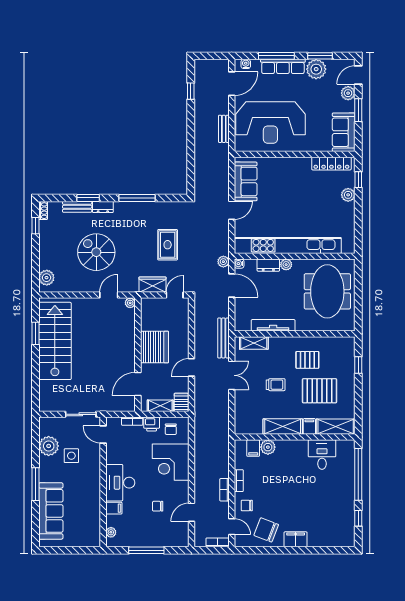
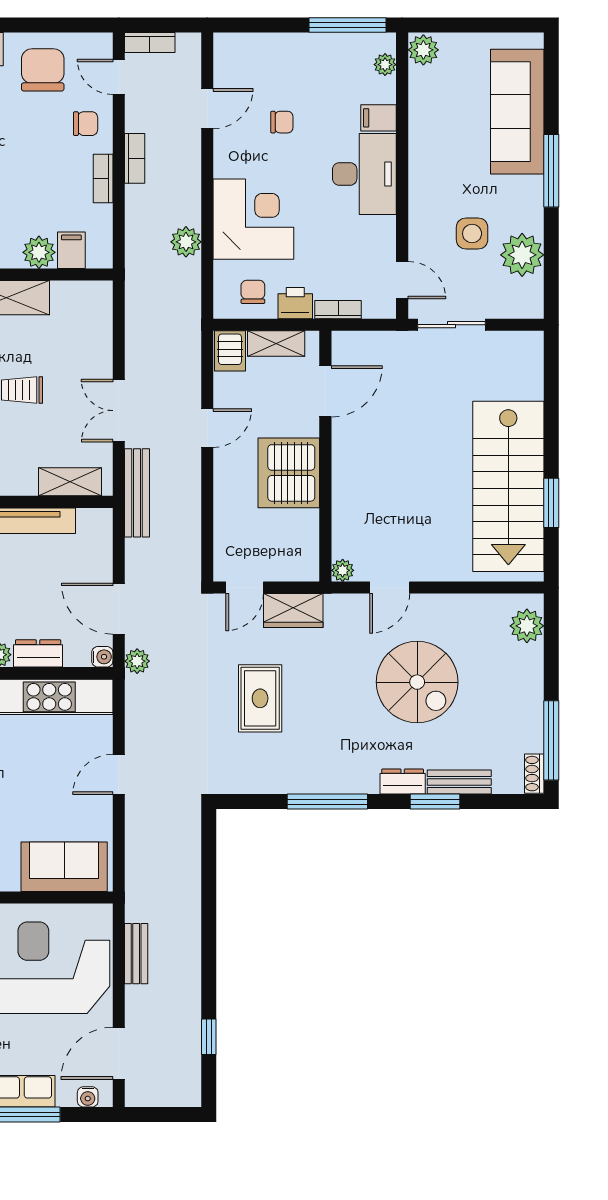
sofa: (246, 181) -> (64, 867), moved, turned 90
window: (35, 226) -> (551, 740), width x2.17
plant: (201, 452) -> (186, 242), added
chair: (266, 530) -> (43, 70), turned -111
plant: (93, 539) -> (423, 50), added
window: (146, 550) -> (348, 25), moved

